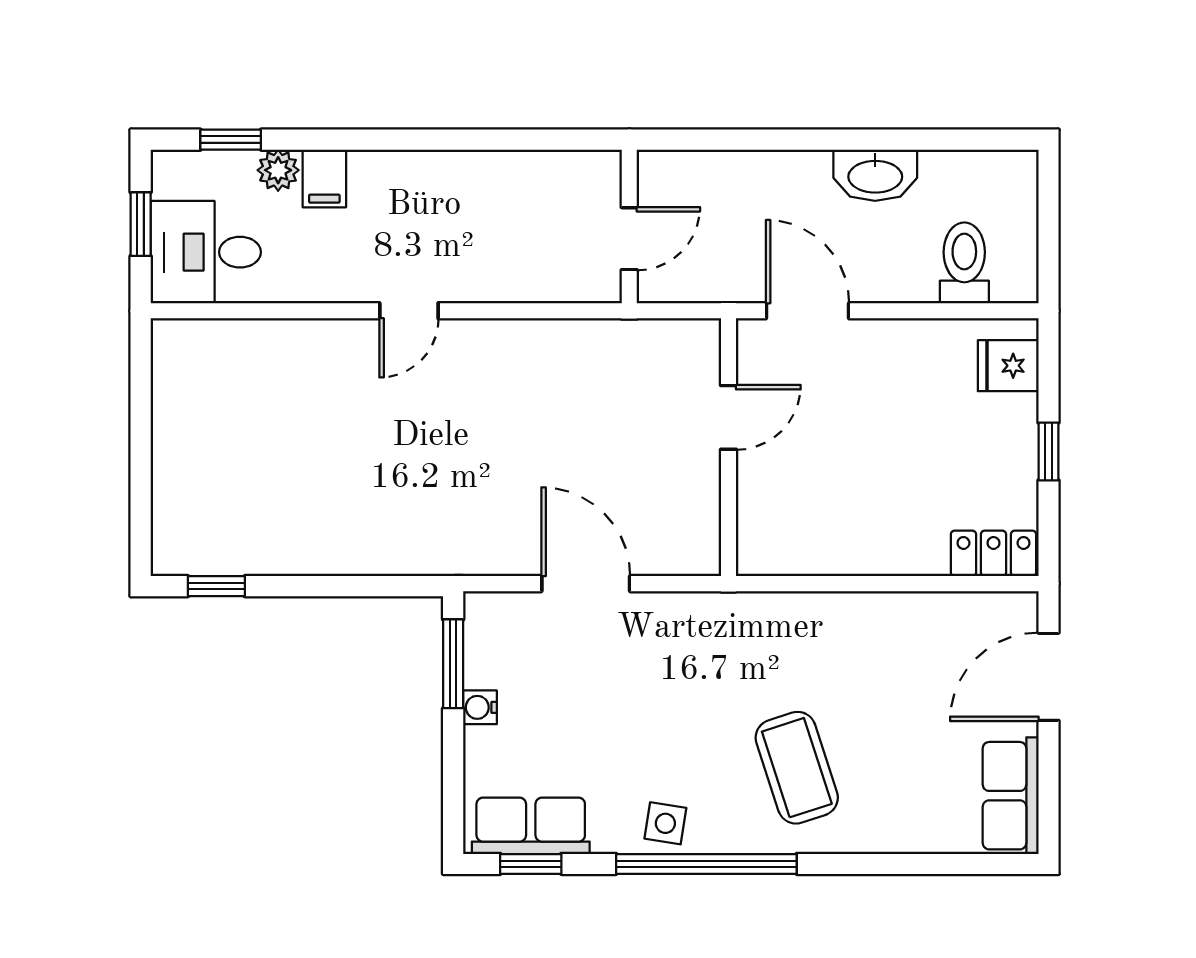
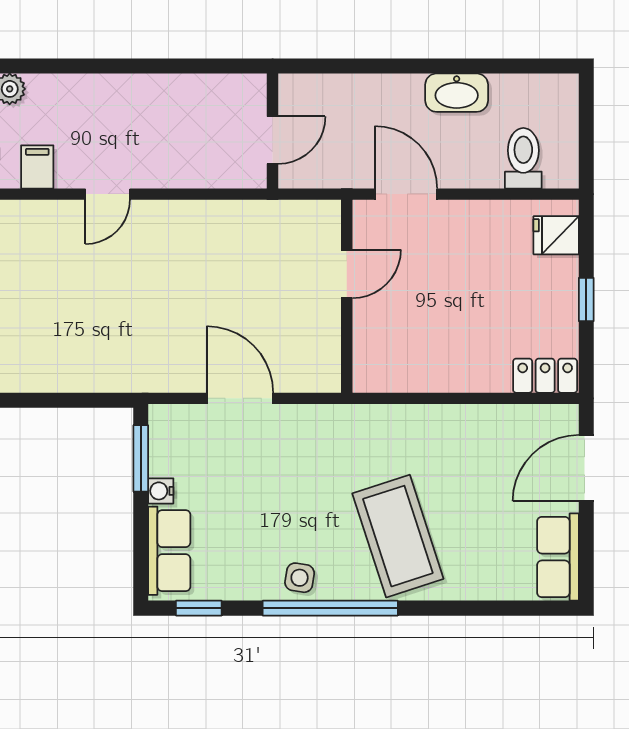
filing cabinet: (324, 178) -> (37, 167), moved, turned 180
coffee table: (797, 768) -> (398, 536), width x1.36, depth x1.32
row of seats: (531, 826) -> (169, 551), moved, turned 90

